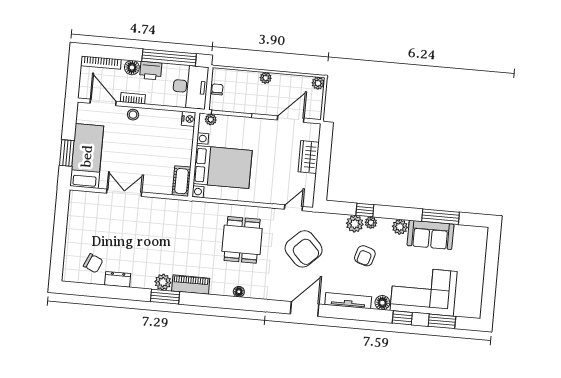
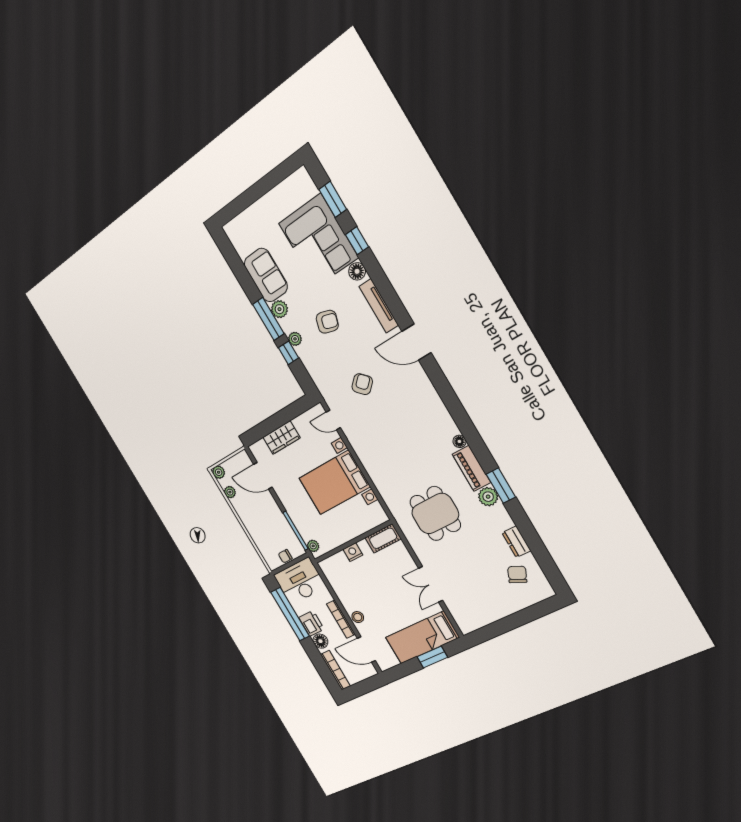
plant: (266, 78) -> (230, 492), moved
bookcase: (133, 98) -> (341, 619), width x1.56
door: (103, 102) -> (366, 649), hinge flipped
nightstand: (189, 119) -> (353, 552), moved
bed with nightstands: (223, 167) -> (334, 482), moved, turned -90
window: (441, 217) -> (268, 319), moved
plant: (355, 224) -> (307, 353), removed
dining table: (242, 240) -> (435, 514), moved, turned 90
armchair: (304, 249) -> (362, 384), width x0.53, depth x0.53
floor lamp: (239, 292) -> (459, 441), moved

